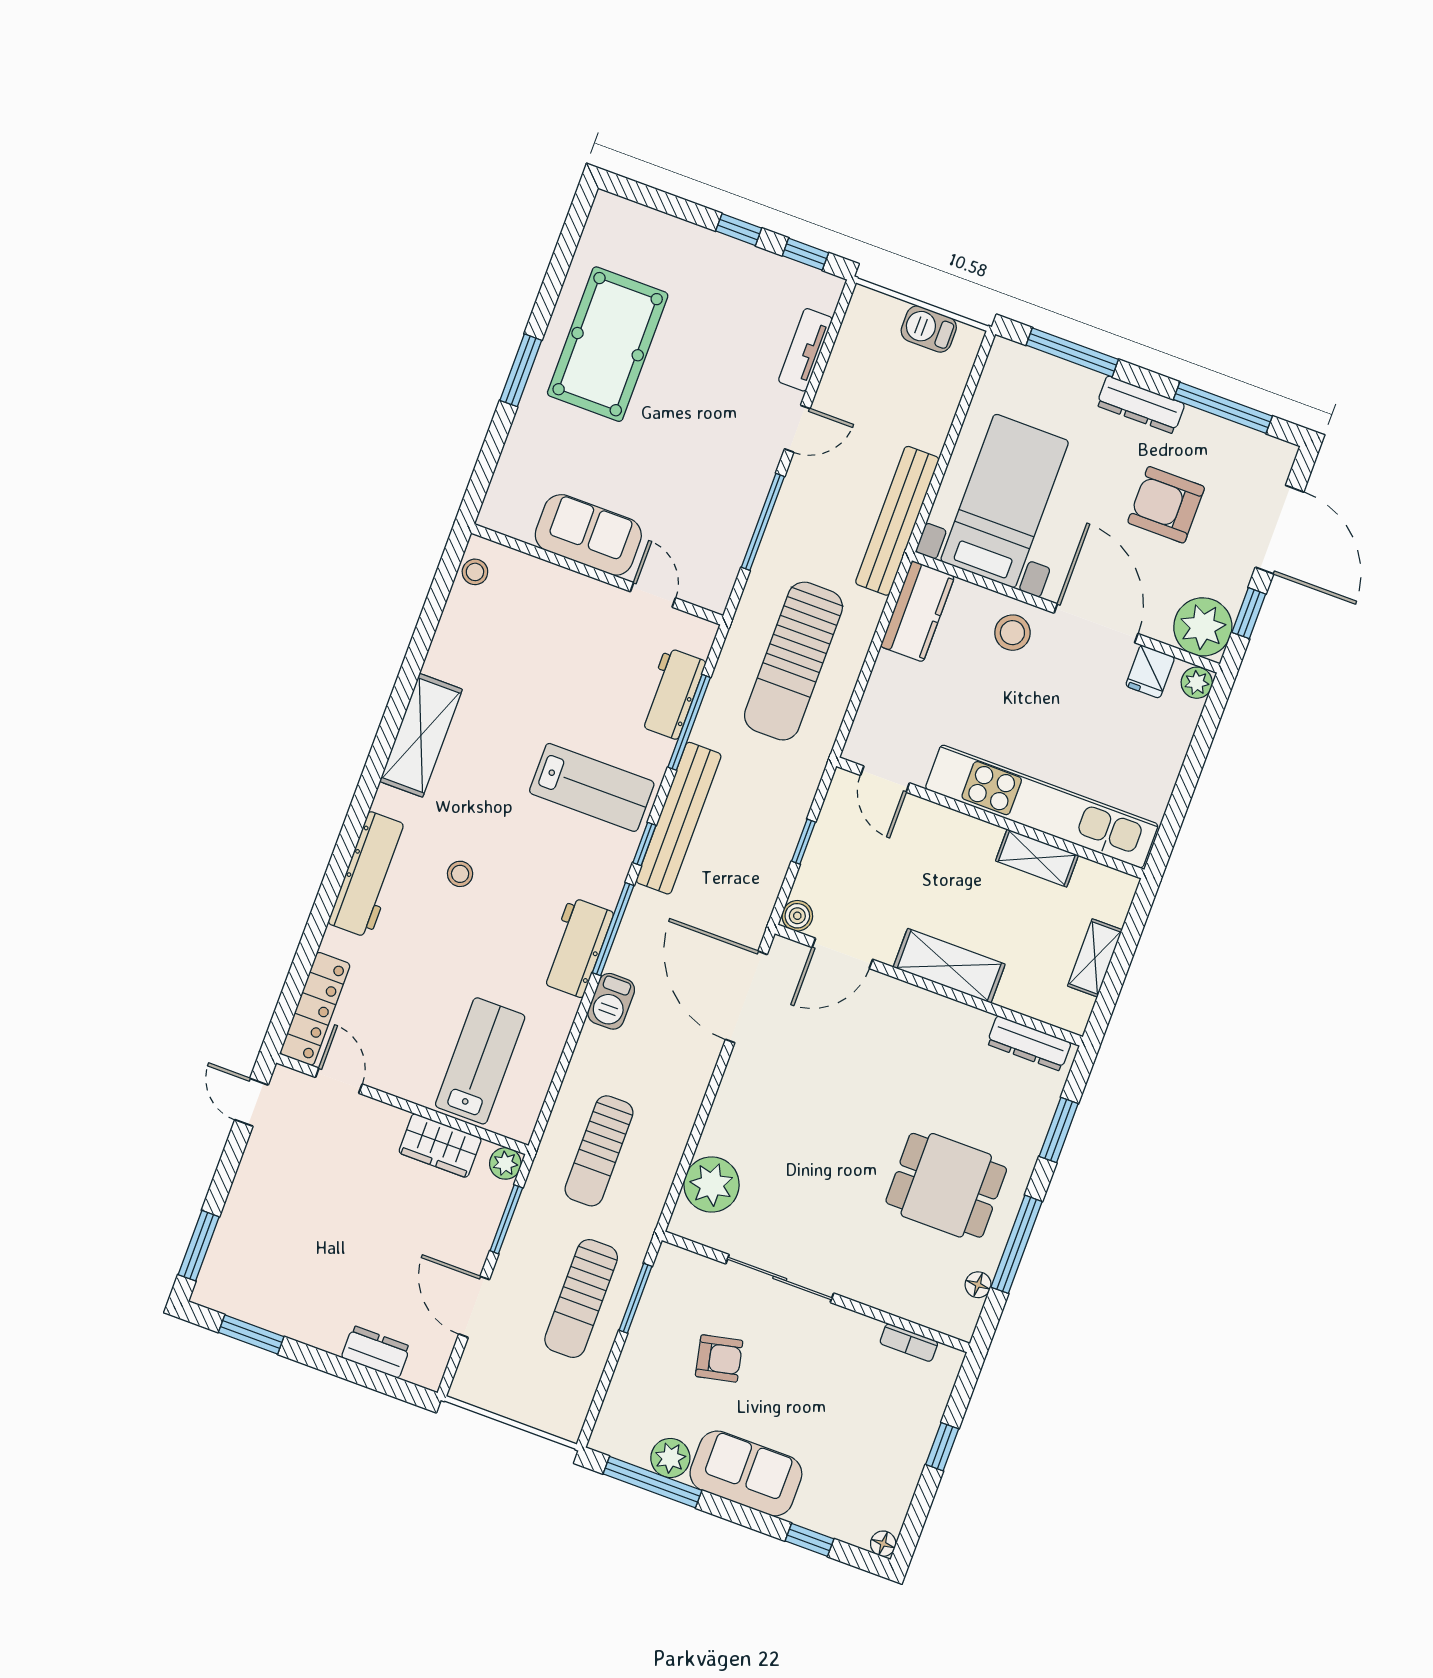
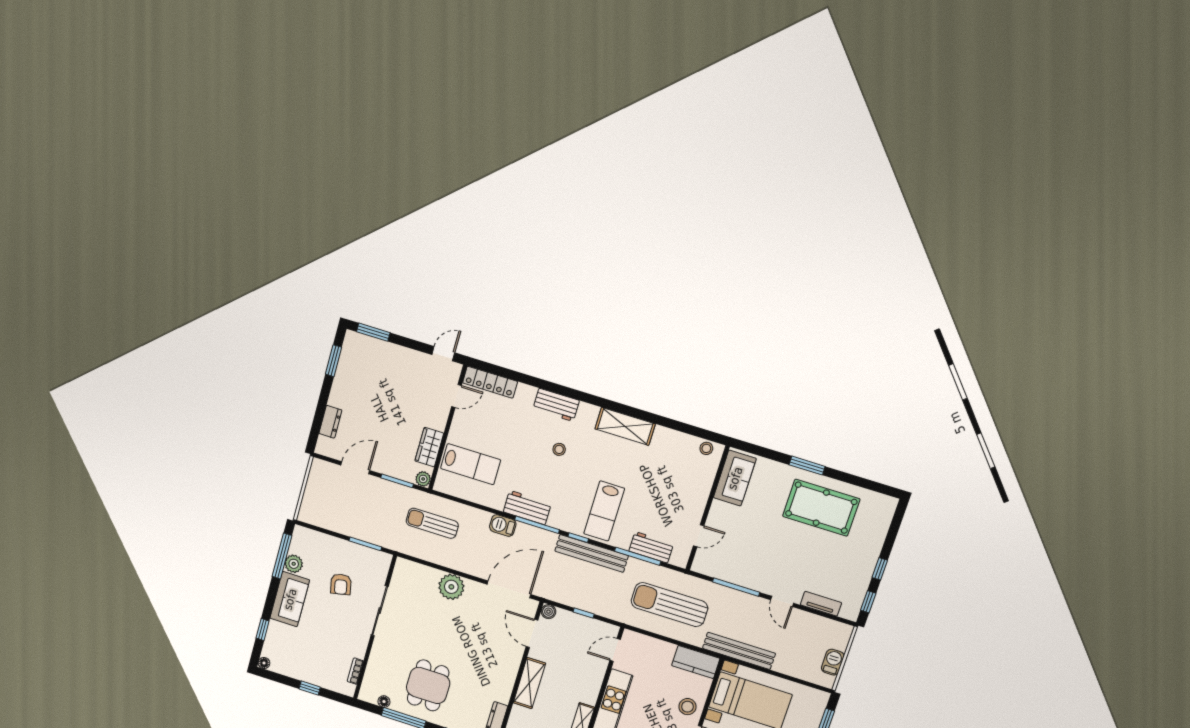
sofa: (588, 535) -> (735, 478), moved
workbench: (369, 875) -> (556, 405), width x0.73
plant: (712, 1185) -> (451, 587), moved
sun lounger: (581, 1298) -> (363, 518), removed

